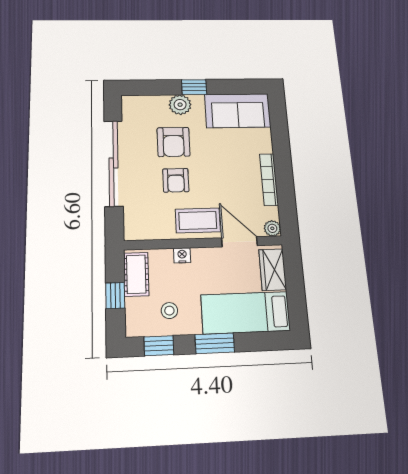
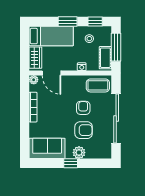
armchair: (173, 142) -> (84, 130), turned 90
coffee table: (198, 220) -> (98, 85), moved
window: (115, 296) -> (116, 47), width x2.17

